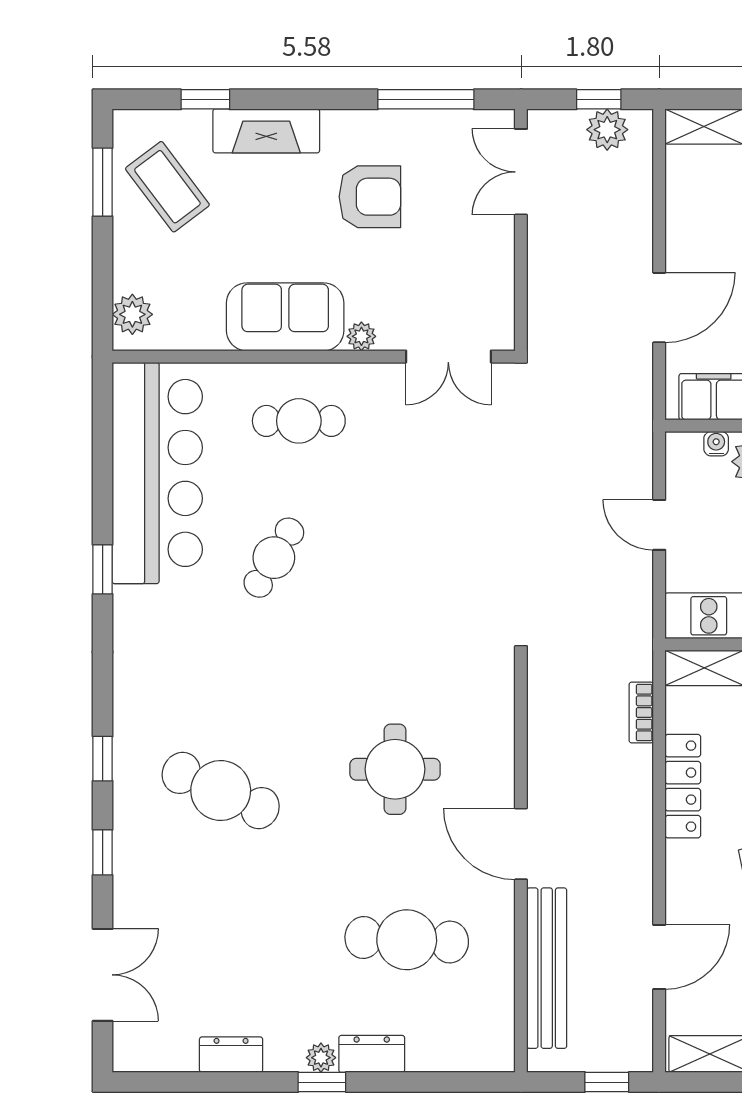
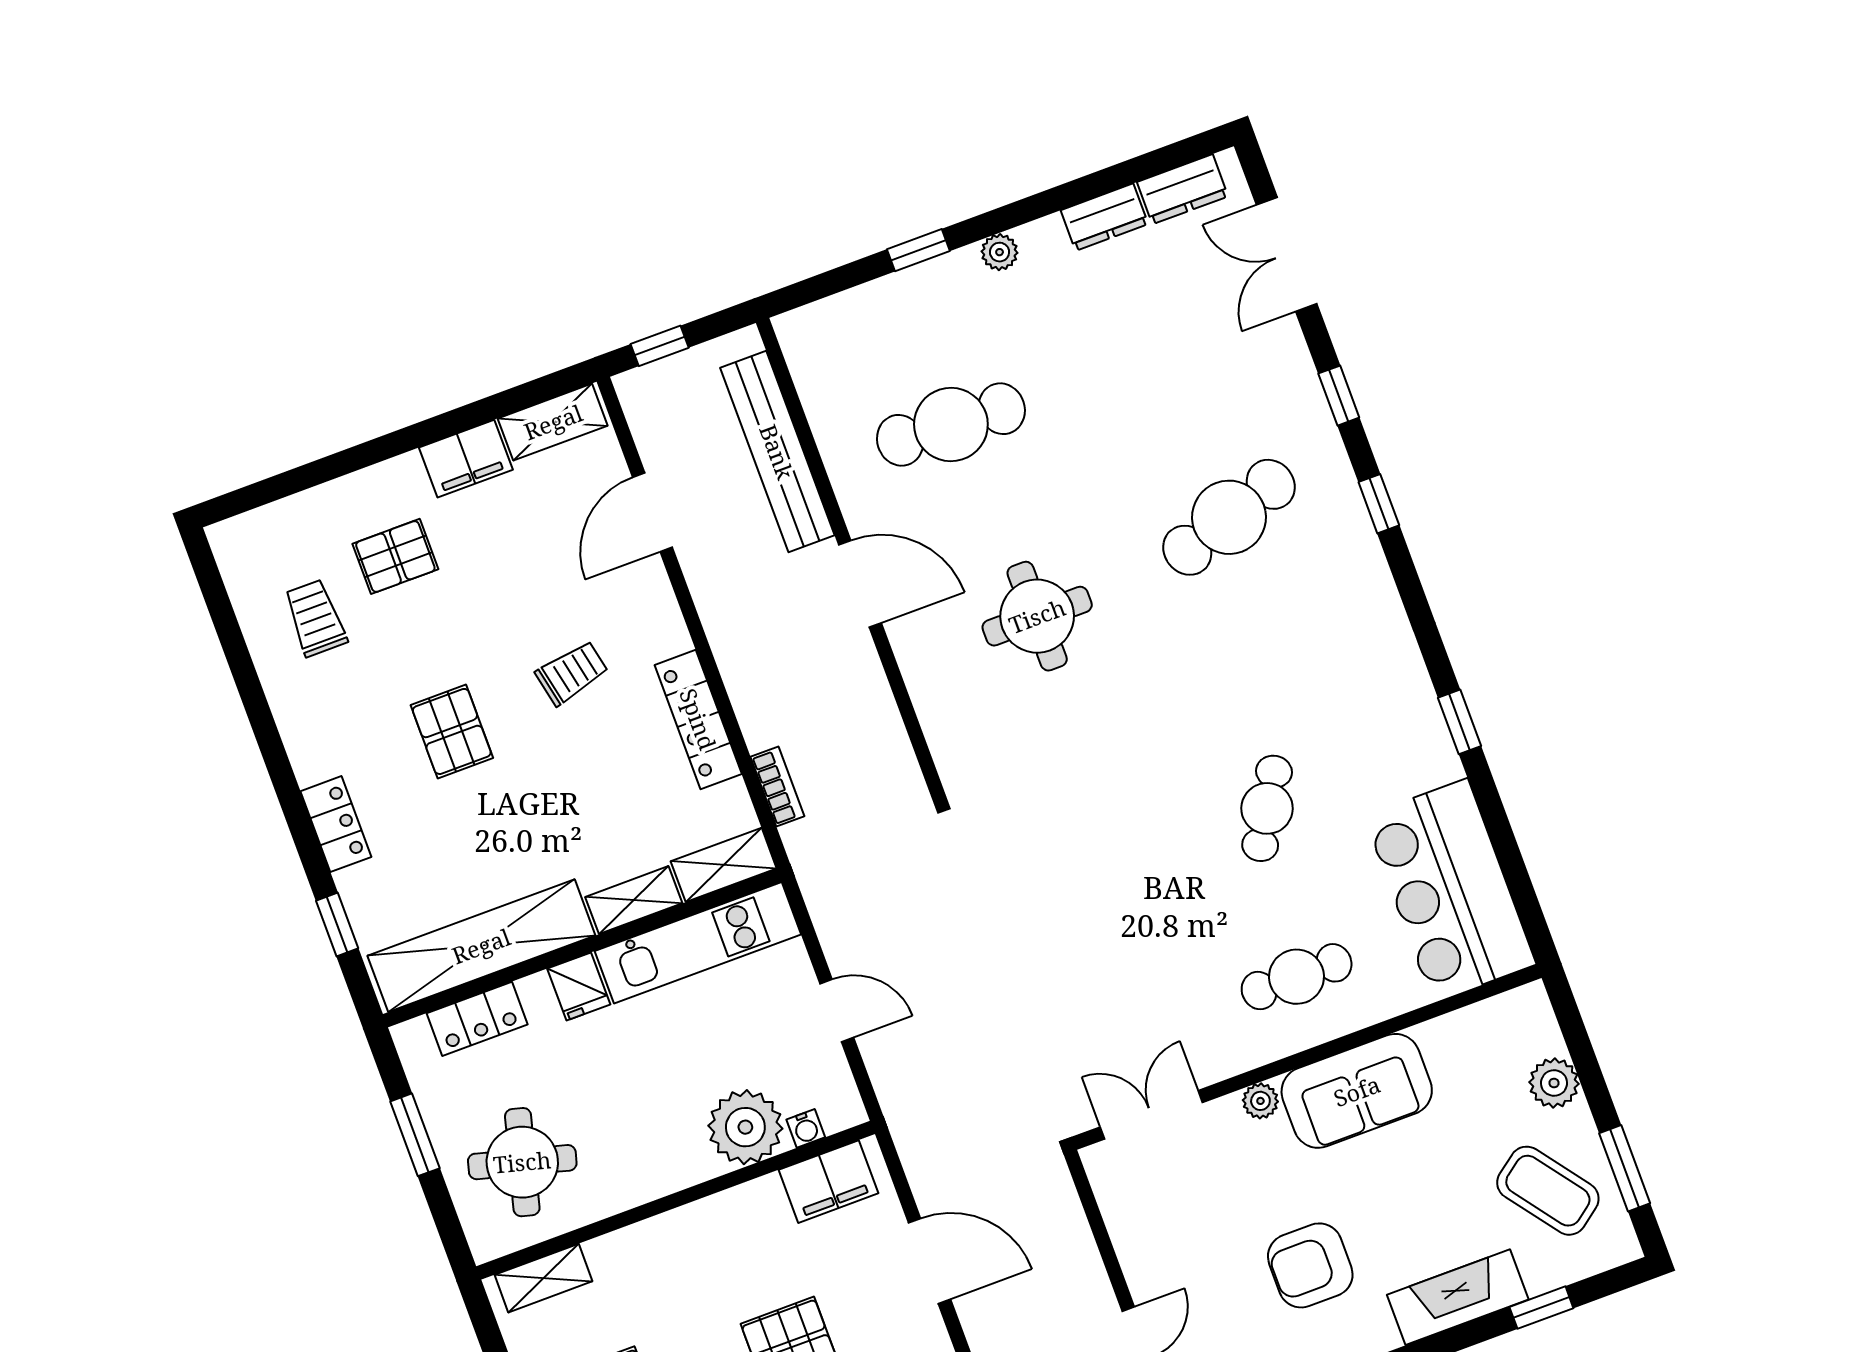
door: (659, 308) -> (929, 1261), swing flipped
plant: (132, 314) -> (1554, 1083), moved
bar counter: (157, 473) -> (1450, 890), width x0.73
cafe table: (221, 790) -> (1229, 517), turned -42
dresser: (372, 1054) -> (1183, 189), moved
window: (322, 1082) -> (918, 250), moved

